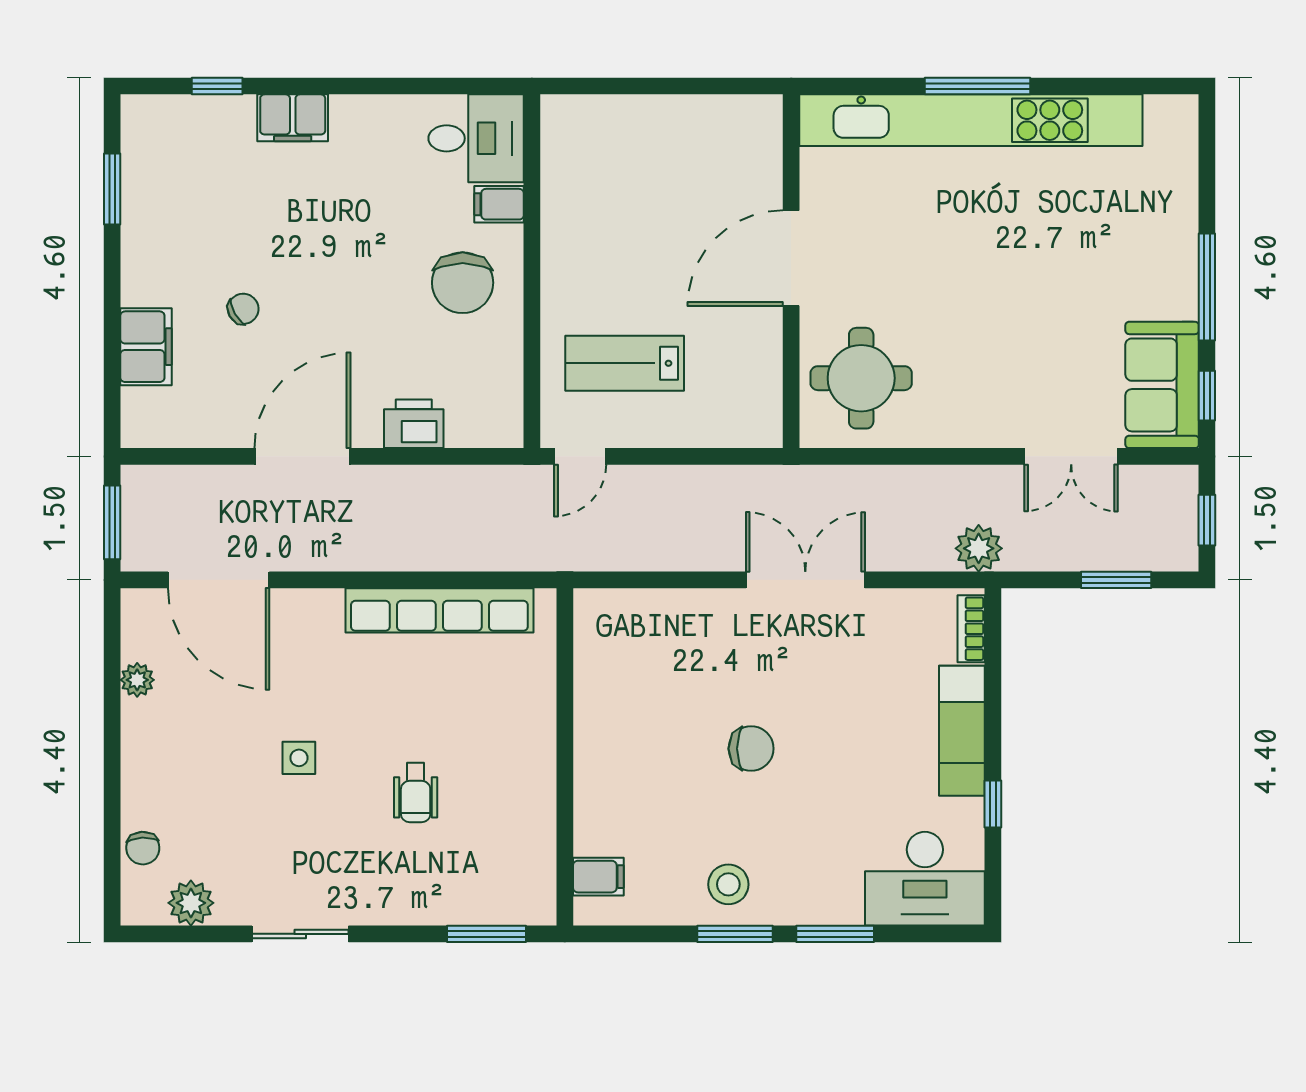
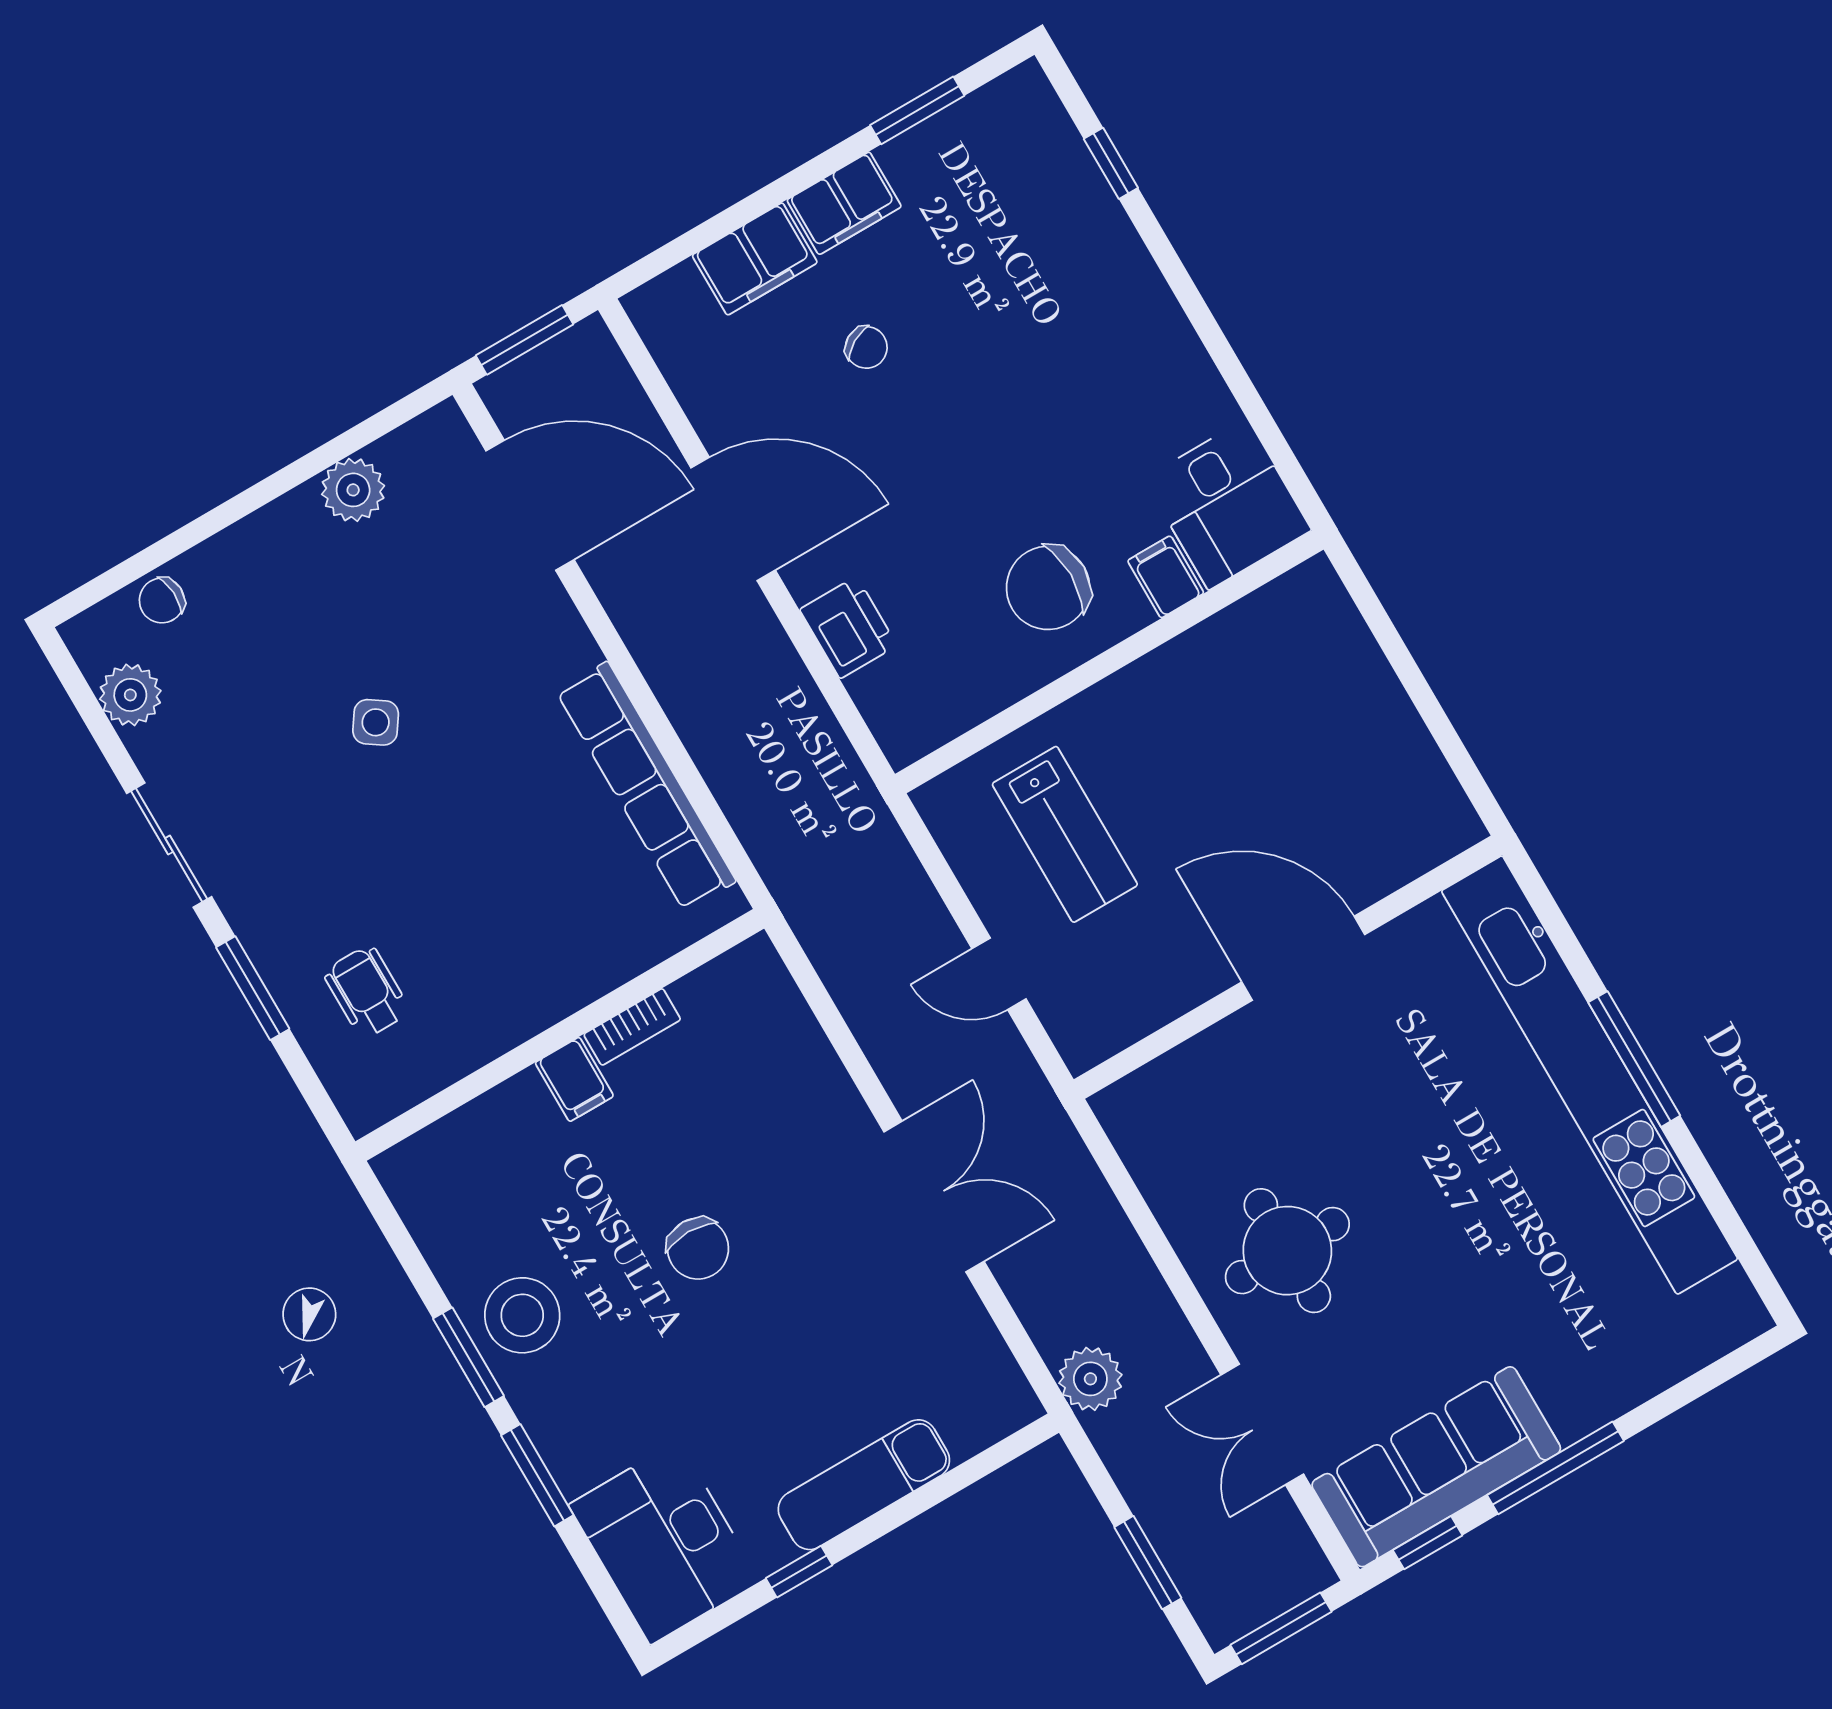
filing cabinet: (293, 118) -> (844, 203), moved, turned -90
lab bench: (625, 363) -> (1065, 834), turned 180
round table: (861, 378) -> (1287, 1251), moved
sofa: (1162, 385) -> (1436, 1467), width x1.36
door: (580, 456) -> (999, 974), moved
window: (1207, 520) -> (1281, 1628), width x1.50
door: (219, 580) -> (530, 505), swing flipped
bookcase: (971, 629) -> (632, 1027), moved, turned 180
plant: (137, 680) -> (353, 490), width x1.38, depth x1.38
side table: (299, 758) -> (376, 722), turned 34
wheelchair: (416, 793) -> (367, 992), moved, turned 90
filing cabinet: (598, 877) -> (574, 1079), moved
stool: (728, 884) -> (522, 1315), width x1.38, depth x1.38
window: (487, 934) -> (253, 988), moved

